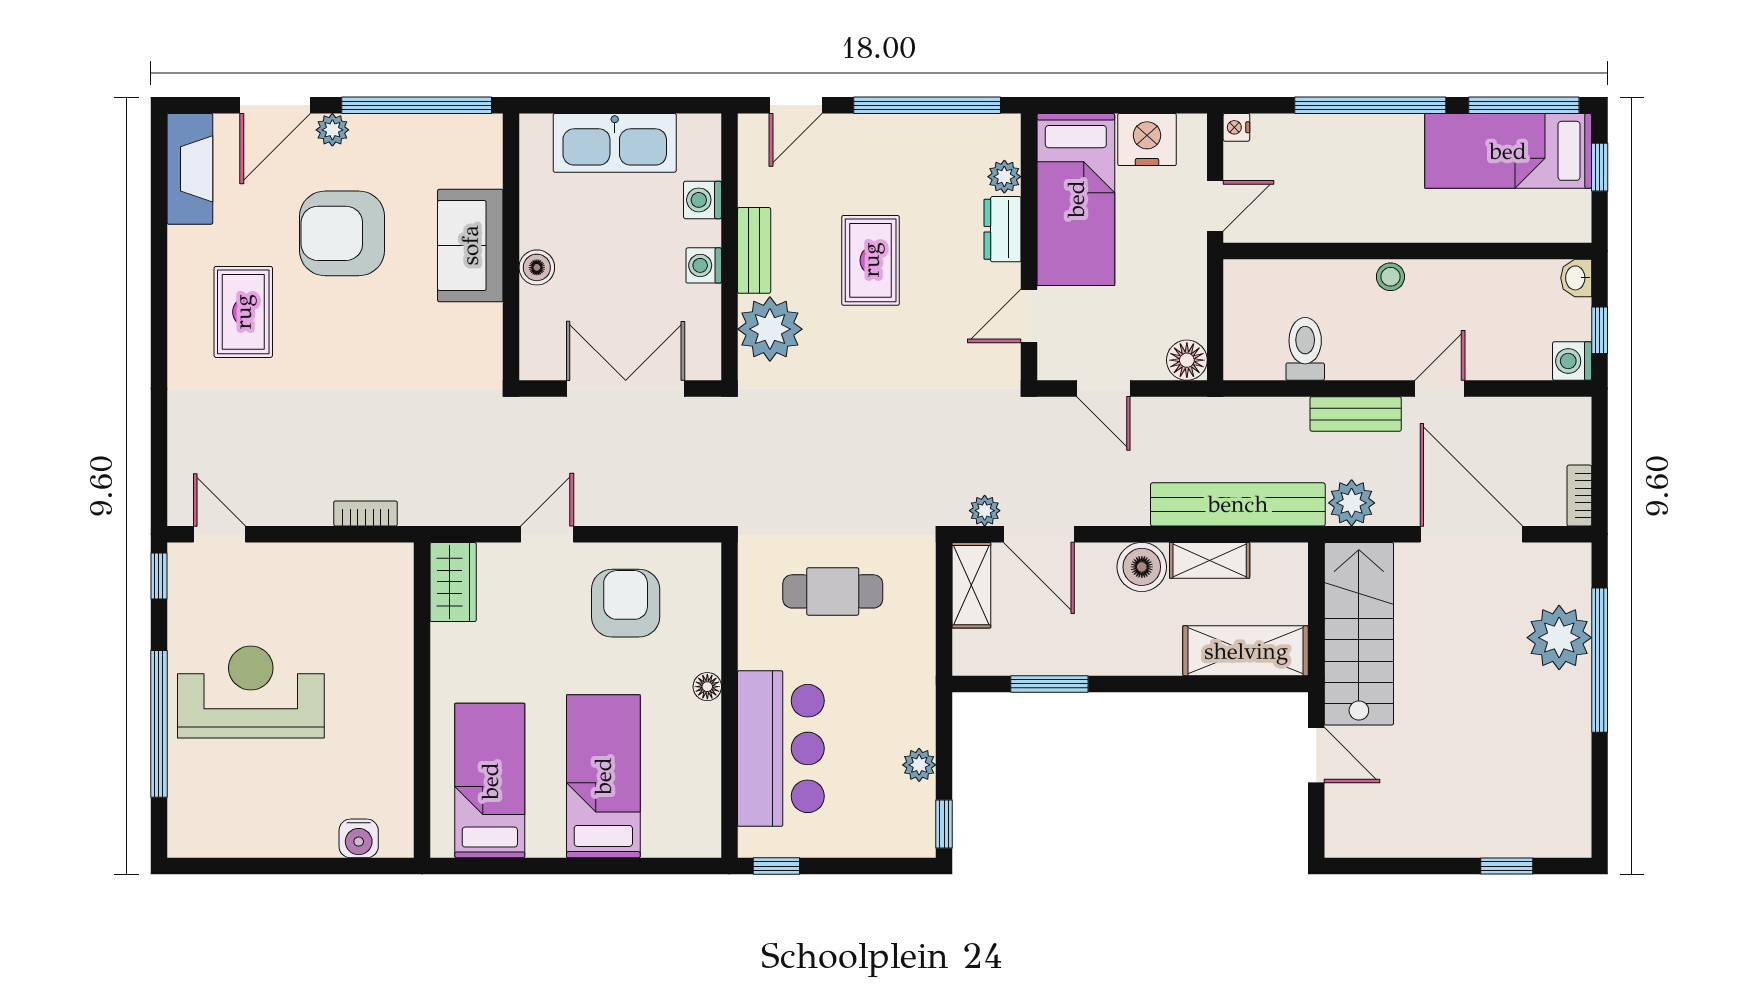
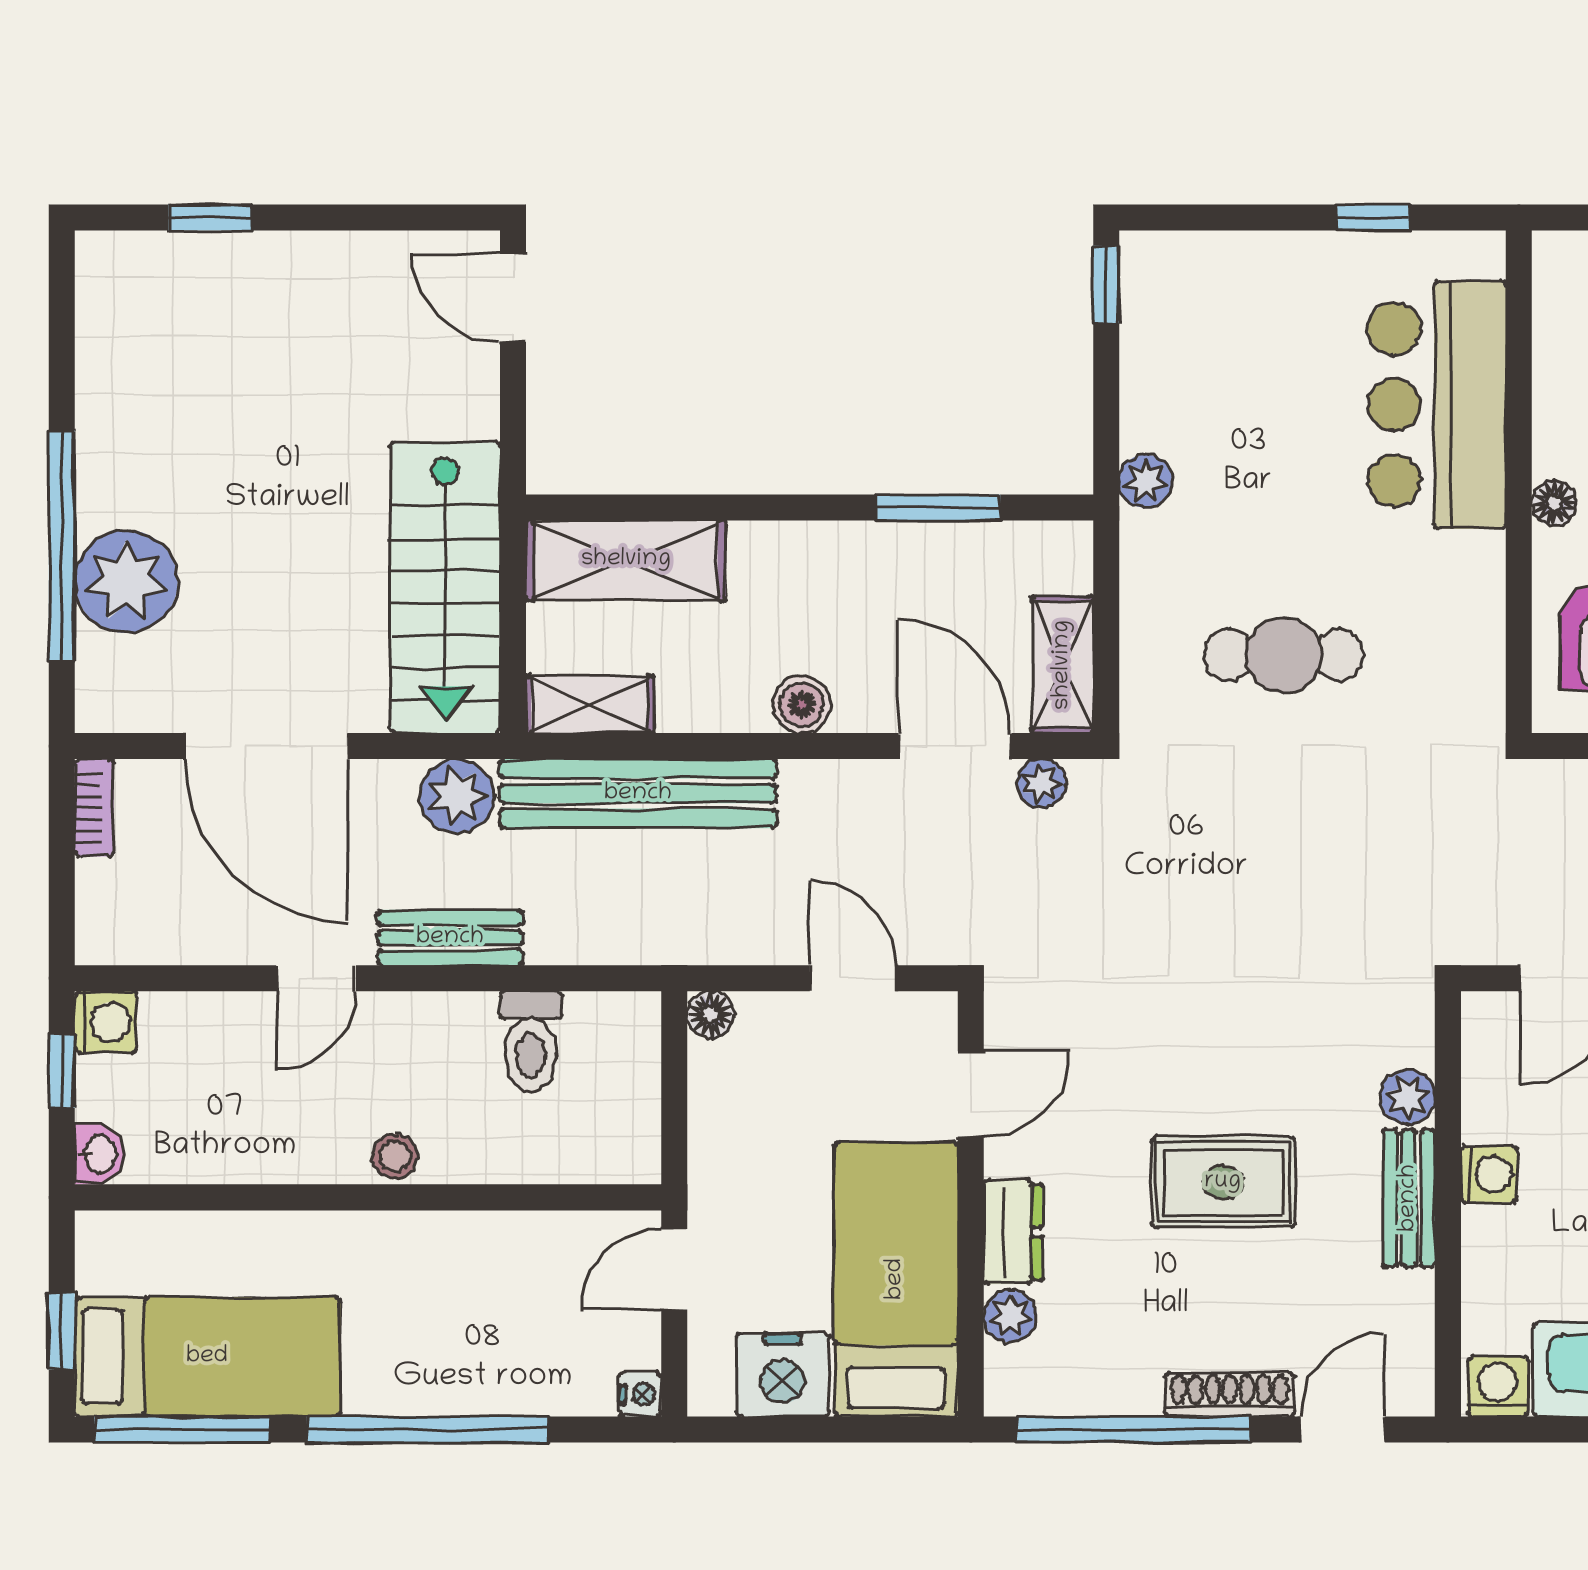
shoe rack: (866, 127) -> (1230, 1395), added
washing machine: (703, 200) -> (1498, 1387), moved, turned -90
rug: (871, 260) -> (1223, 1182), turned 90
plant: (770, 329) -> (1408, 1097), width x0.53, depth x0.53
floor lamp: (1187, 360) -> (711, 1015), width x0.73, depth x0.73
shelving: (1210, 560) -> (590, 705), moved
boiler: (1142, 567) -> (802, 704), width x0.73, depth x0.73
floor lamp: (707, 687) -> (1554, 503), moved
wall: (730, 700) -> (1519, 482), moved
bar counter: (781, 748) -> (1437, 405), moved
door: (1316, 755) -> (513, 298), moved
plant: (919, 765) -> (1146, 481), moved

